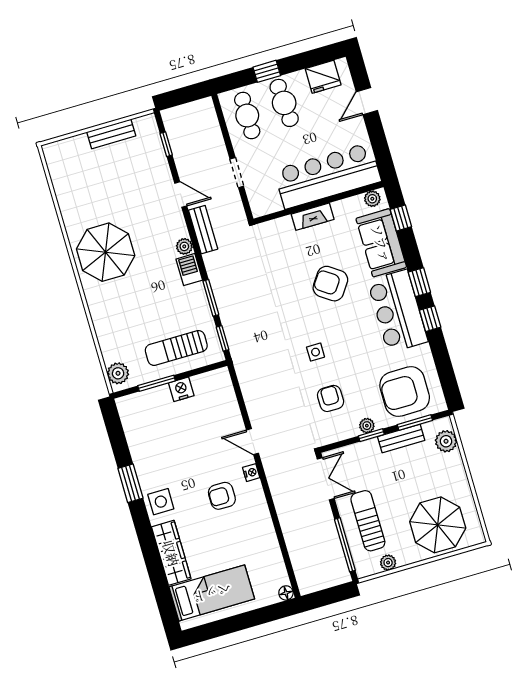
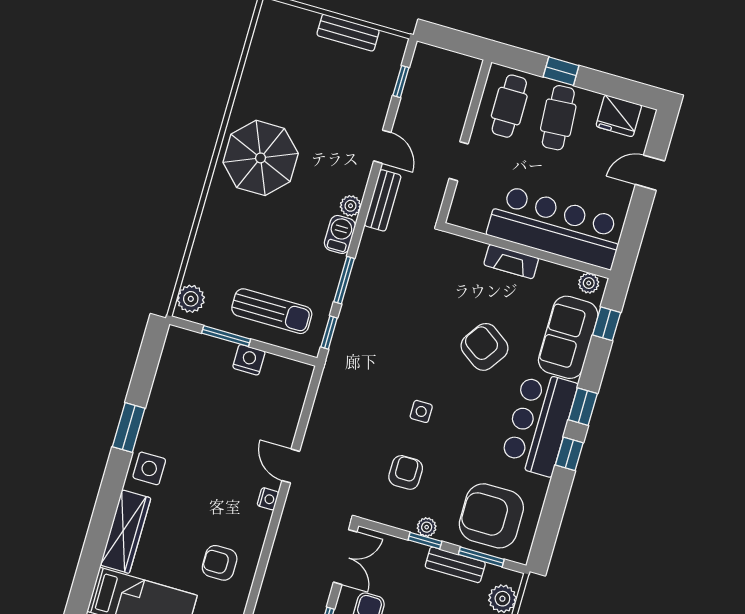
sun lounger: (176, 348) -> (272, 311), turned 180
armchair: (222, 496) -> (220, 563), moved

